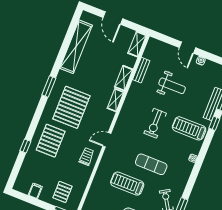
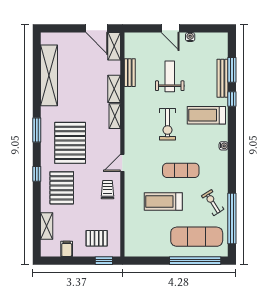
door: (113, 18) -> (97, 28), moved
weight bench: (172, 86) -> (170, 76), turned -90
window: (25, 146) -> (37, 174), moved
shelving: (27, 166) -> (47, 226), added
pallet: (62, 192) -> (97, 238), turned 90

